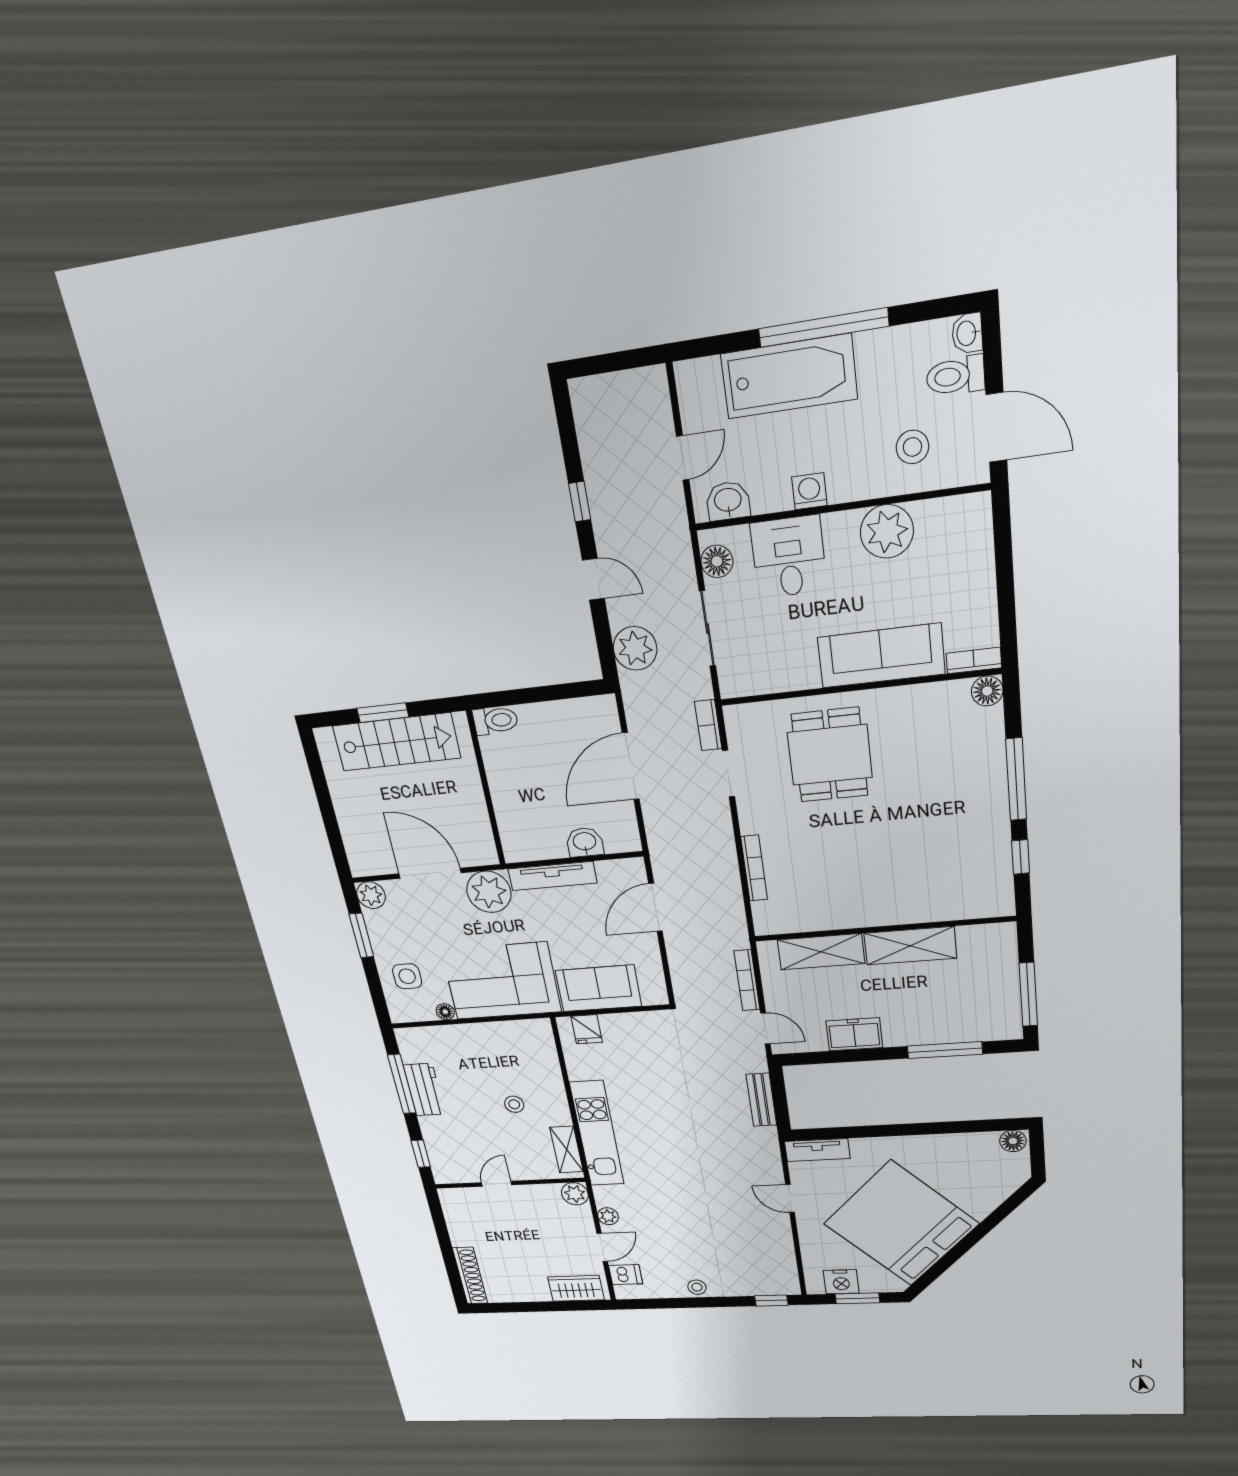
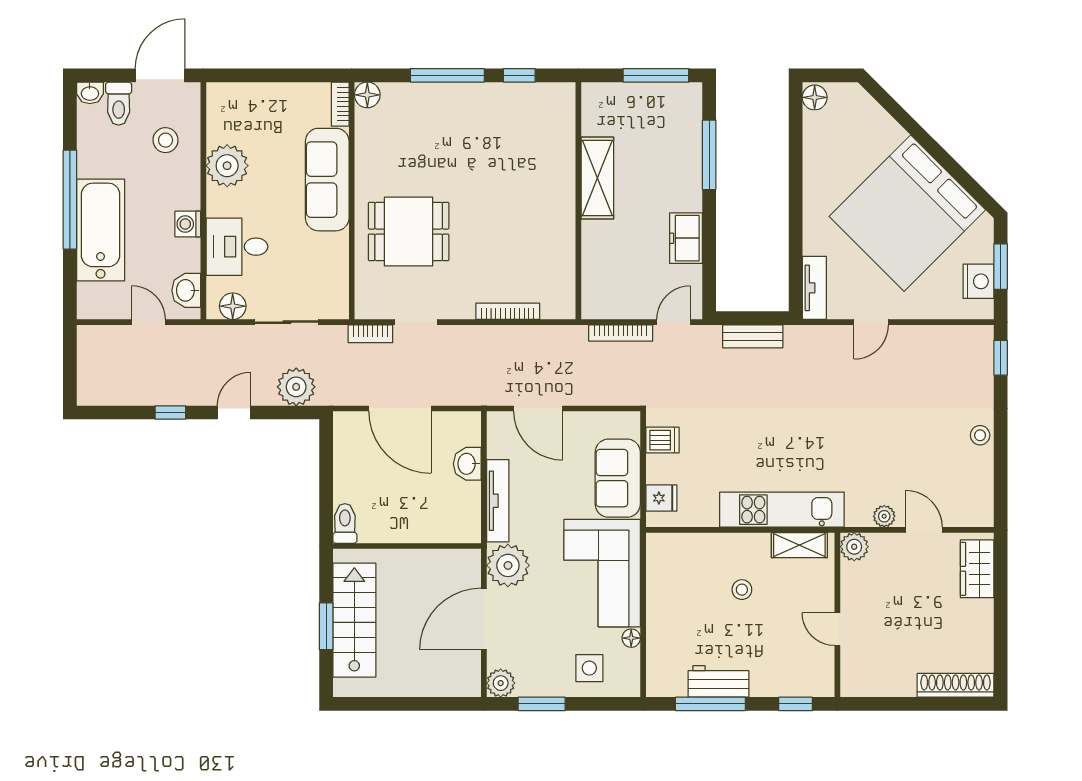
shelving: (821, 952) -> (597, 260), removed
dishwasher: (626, 1275) -> (662, 440), moved, turned 90

